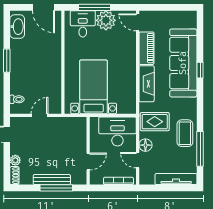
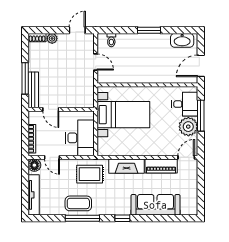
sofa: (183, 63) -> (155, 205), width x0.74, depth x0.79
window: (200, 70) -> (122, 218), moved
rug: (155, 122) -> (90, 174), turned 90
floor lamp: (145, 145) -> (34, 165), moved
window: (200, 149) -> (82, 218), moved
door: (138, 160) -> (52, 157), swing flipped
bench: (52, 180) -> (33, 90), moved

